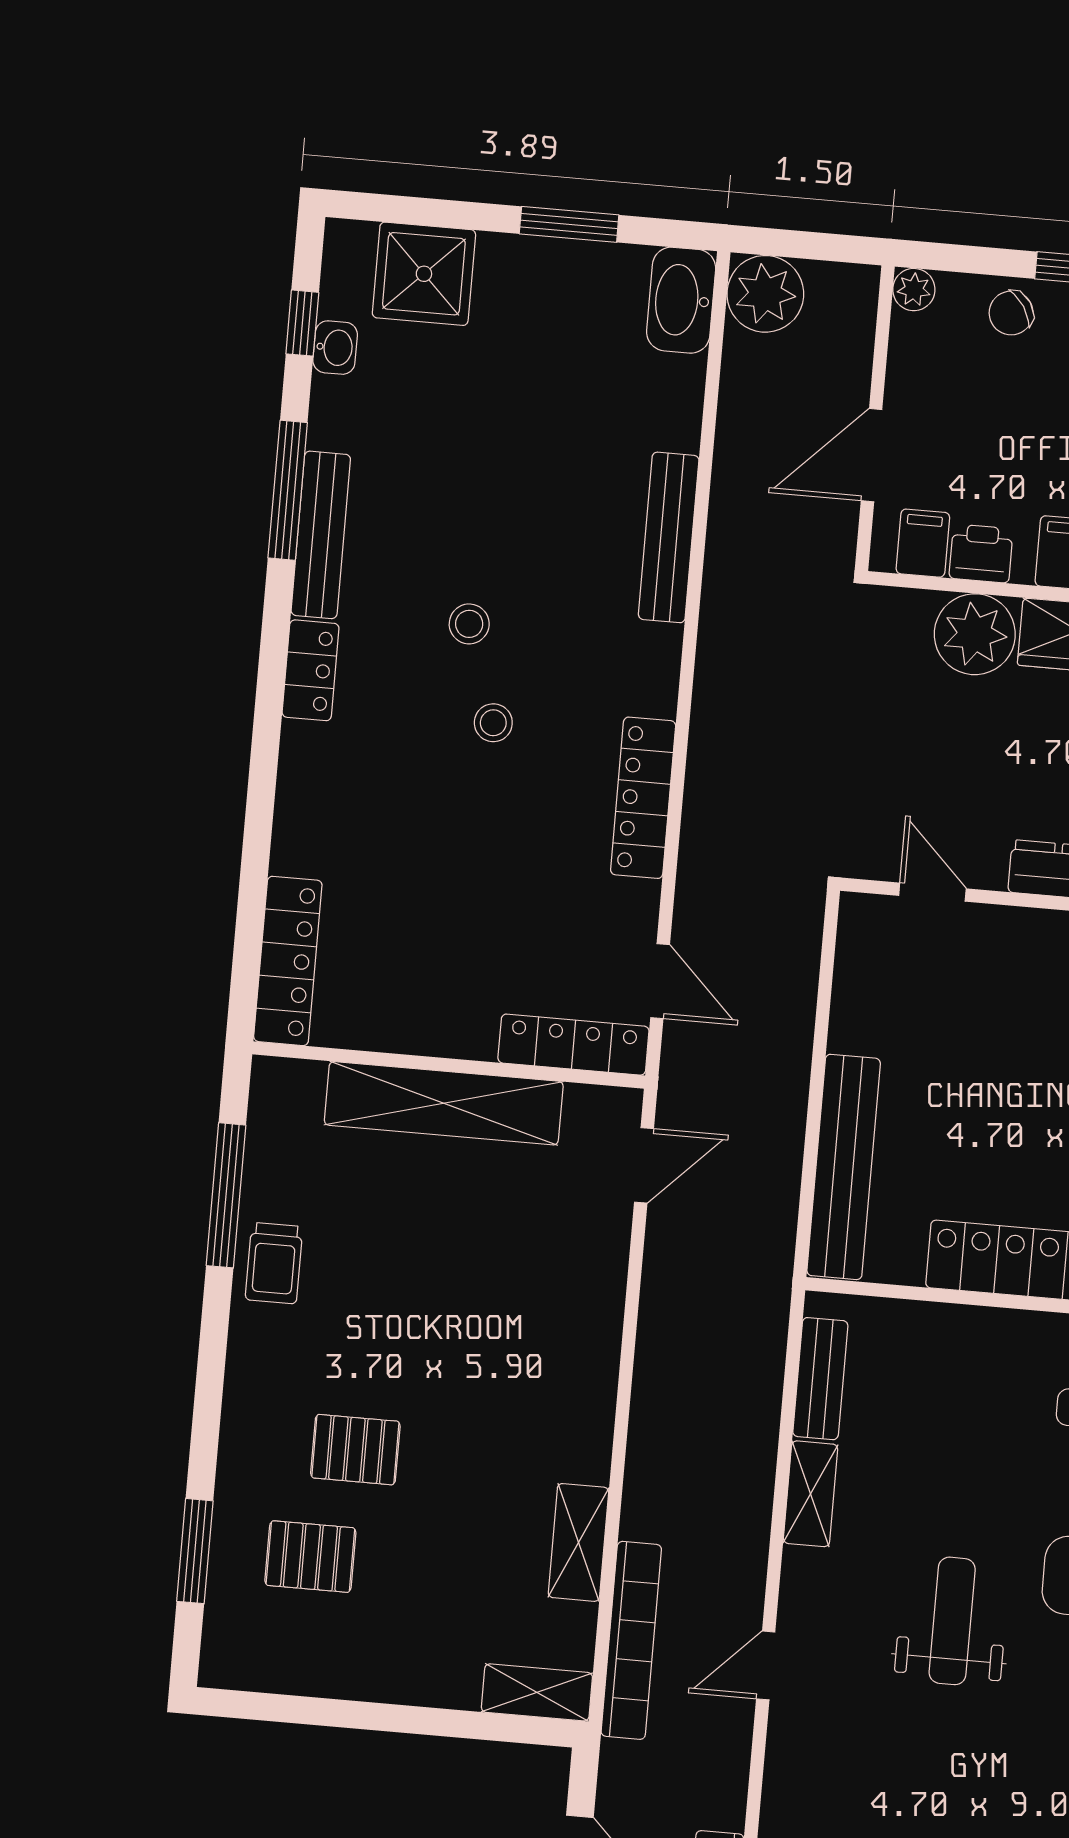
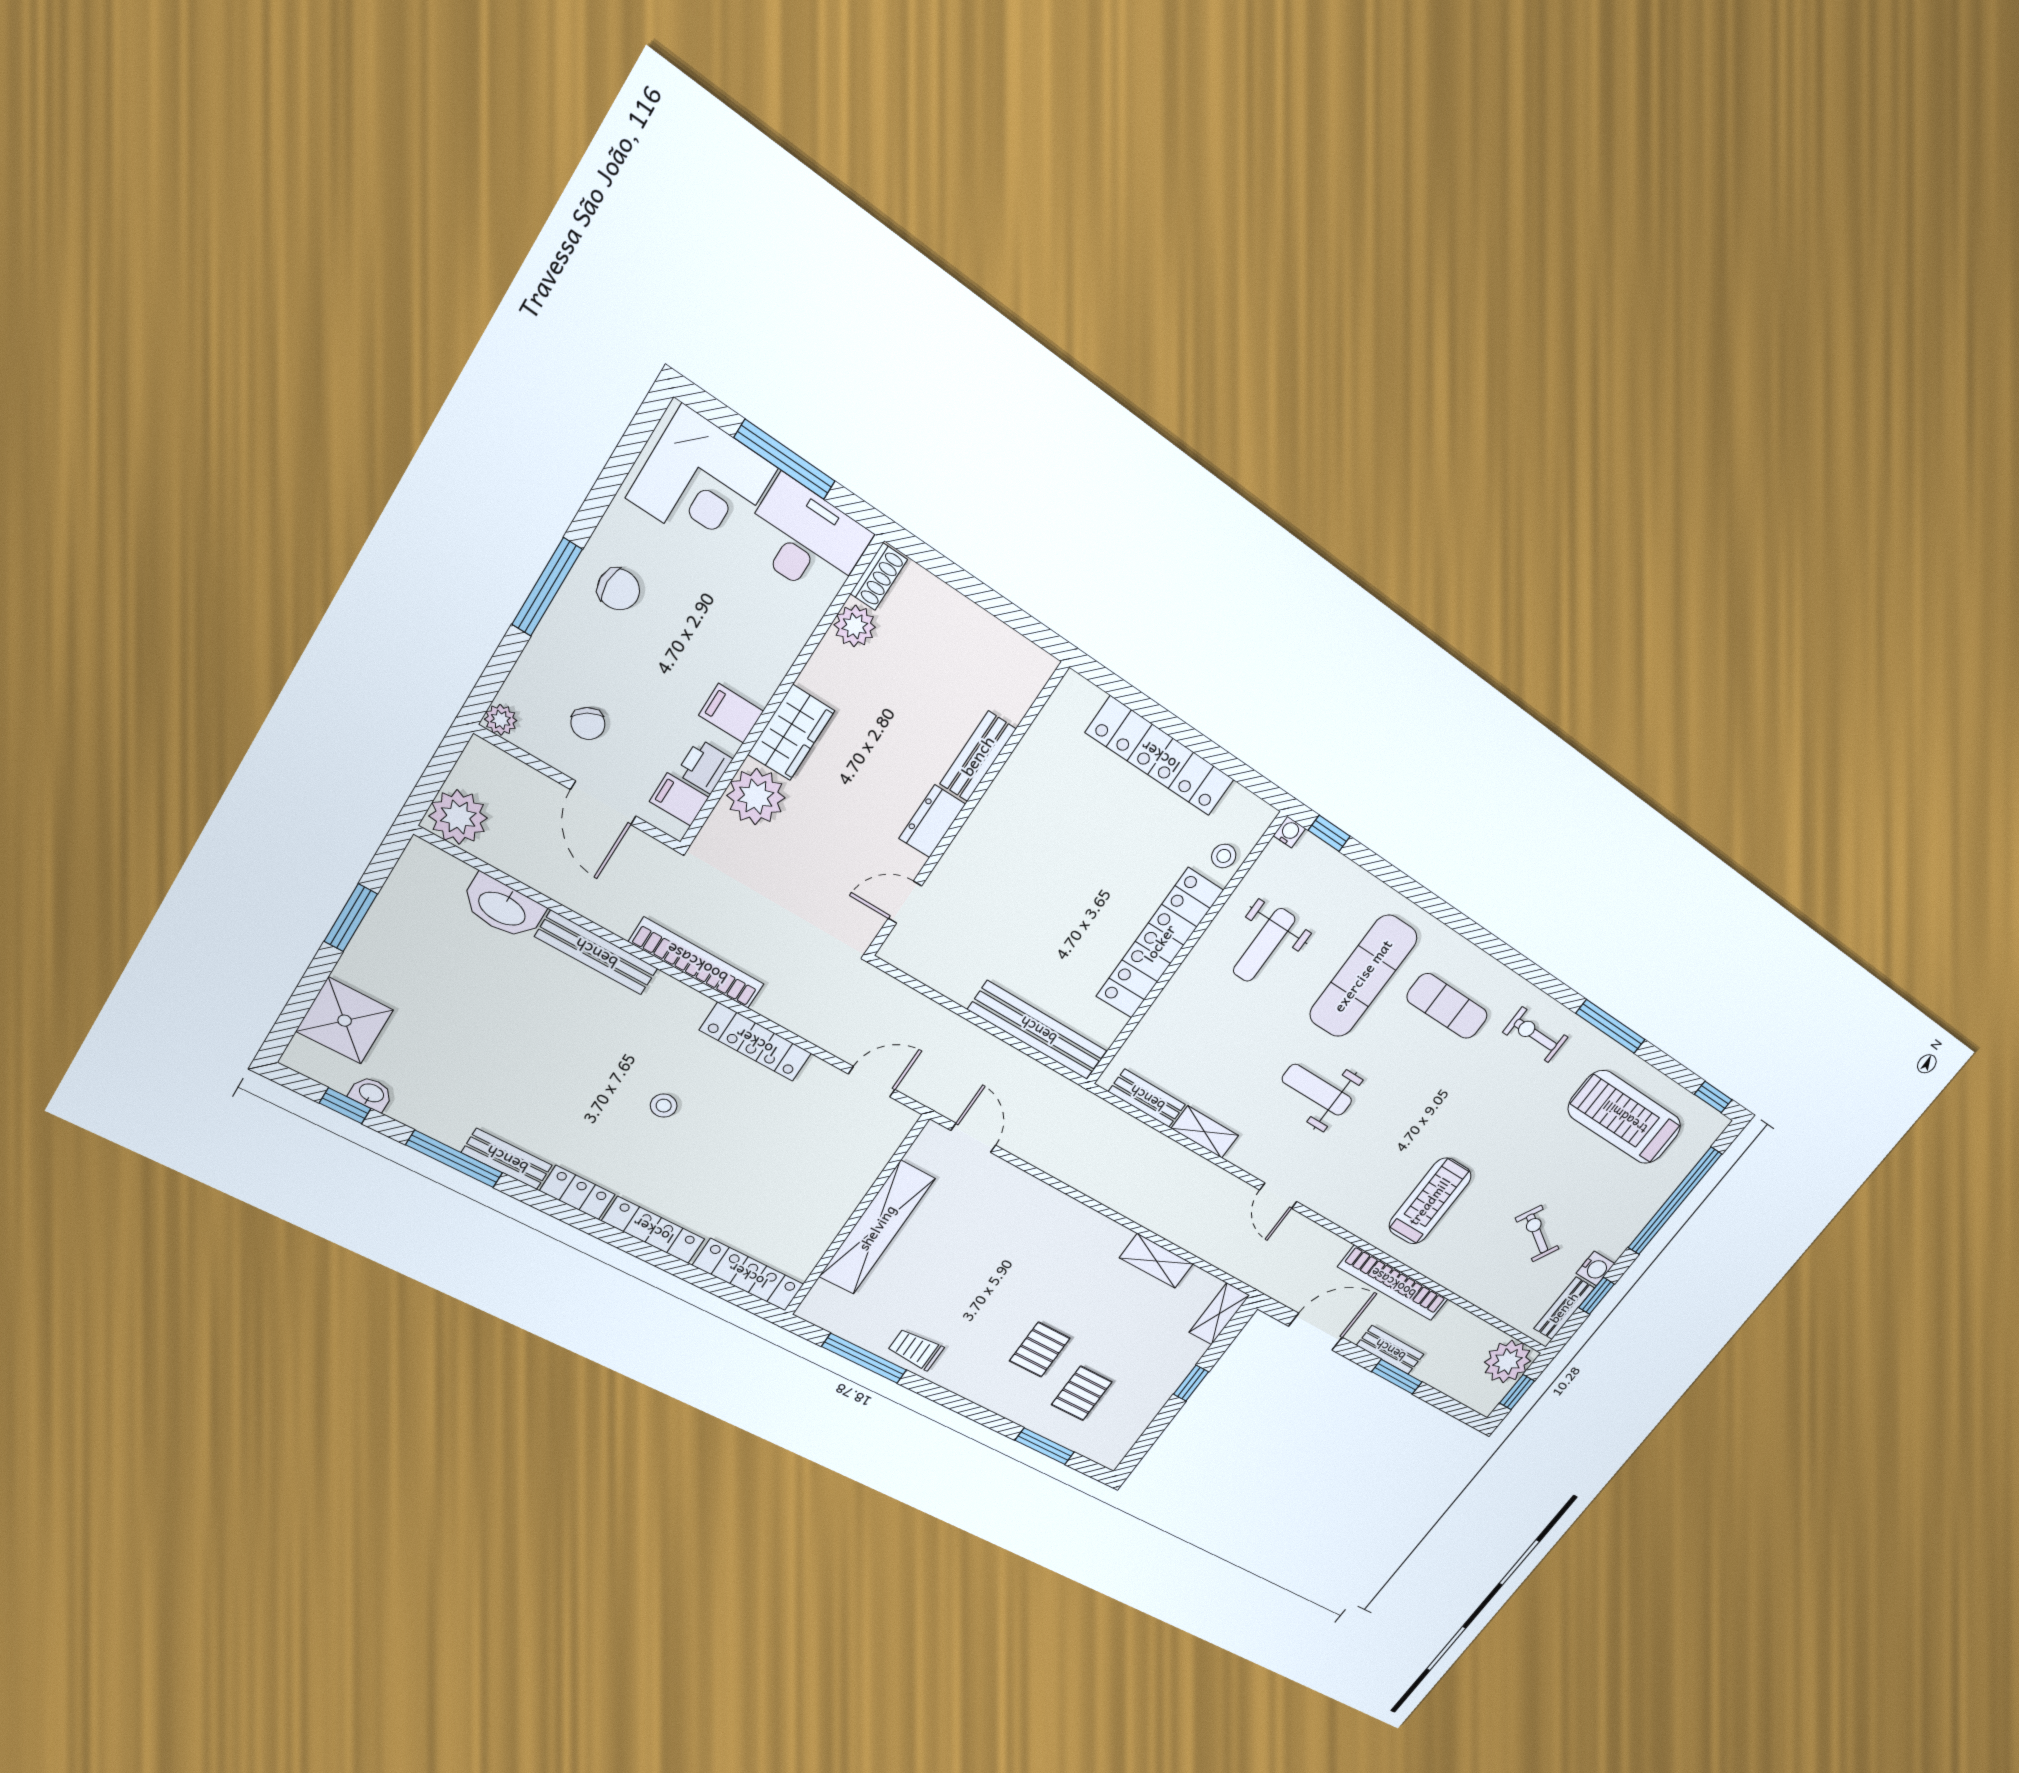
washbasin: (681, 300) -> (503, 908), moved
chair: (1011, 313) -> (588, 723), moved
bench: (321, 535) -> (507, 1159), width x0.73
stool: (469, 624) -> (594, 1093), removed
locker: (573, 1045) -> (653, 1230), moved, turned 90
trolley: (274, 1263) -> (916, 1349), turned 180
bookcase: (631, 1640) -> (697, 963), moved
window: (402, 1719) -> (1191, 1383), added

